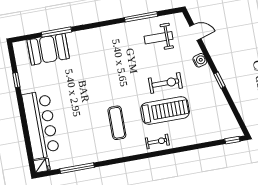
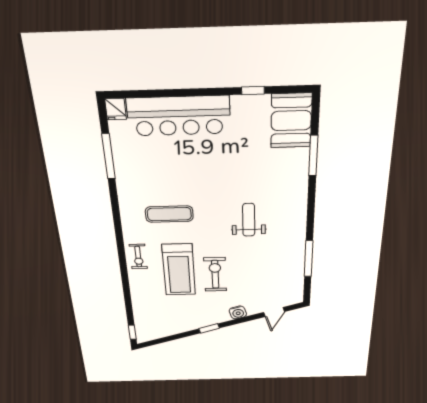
weight bench: (159, 38) -> (249, 220), moved
booth: (48, 49) -> (291, 121), moved
exercise bike: (165, 83) -> (215, 274), turned 180

